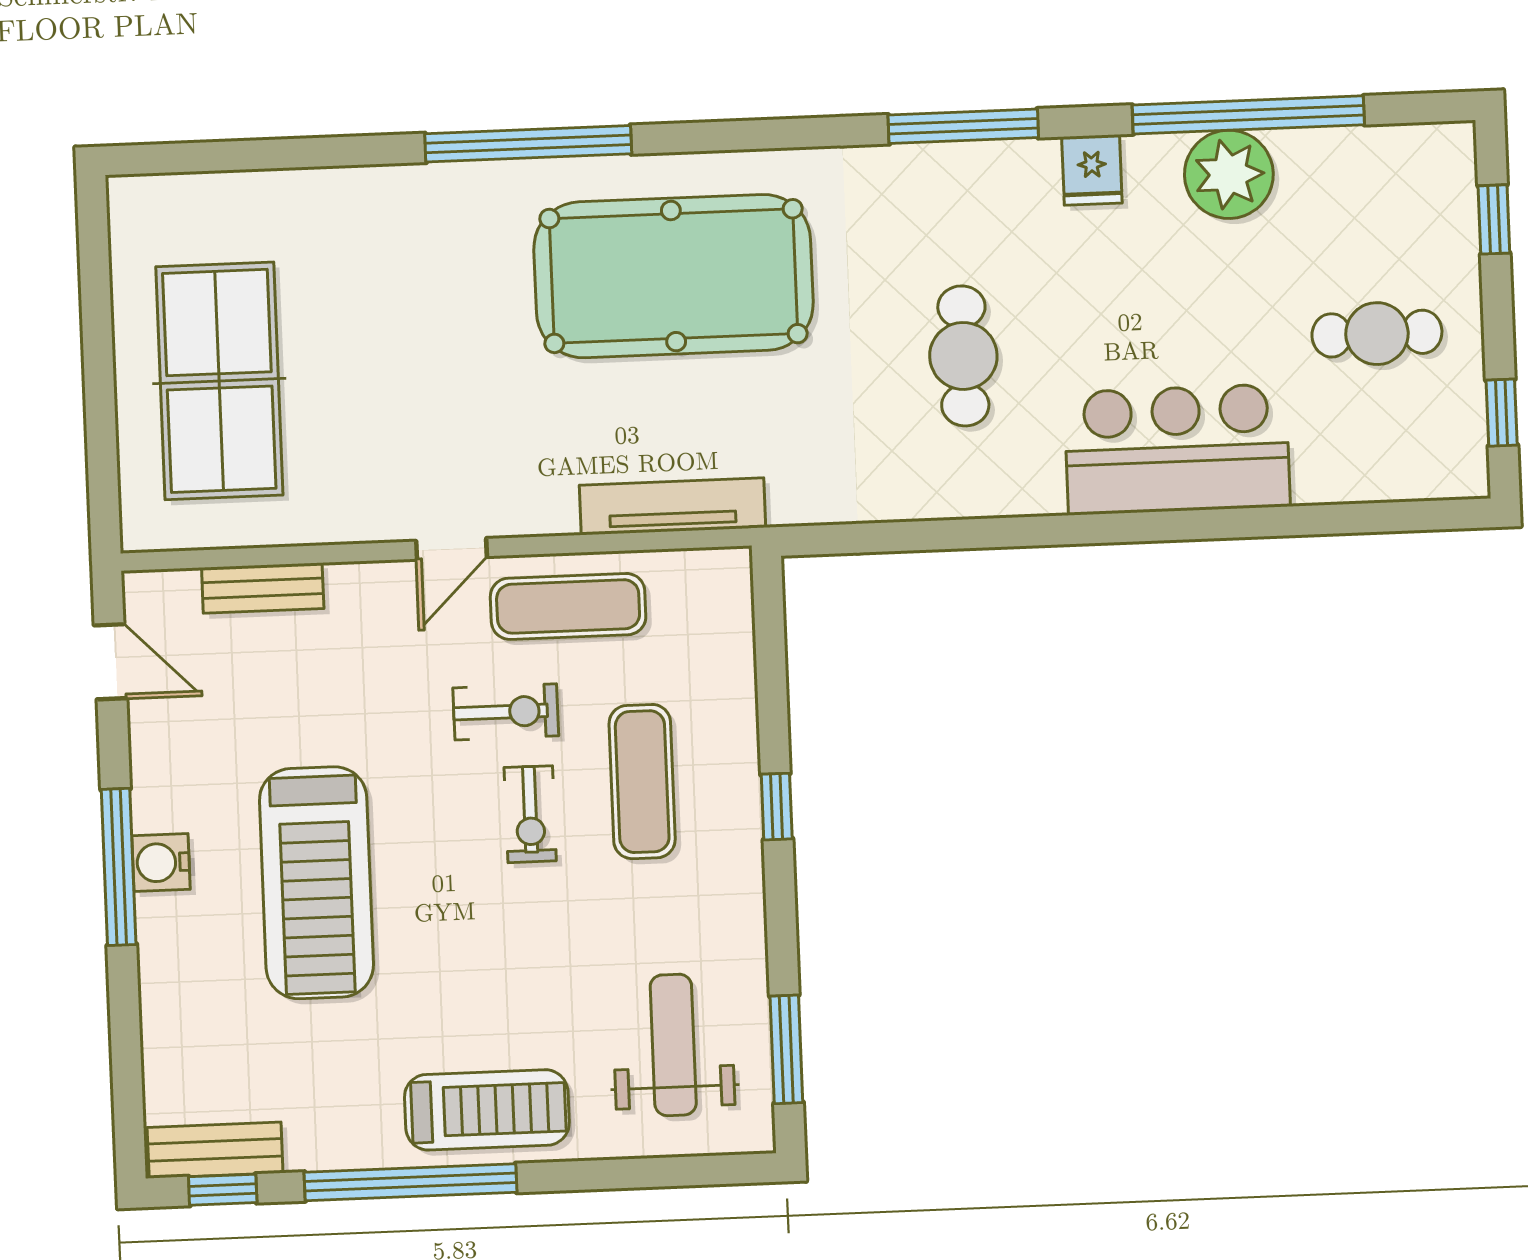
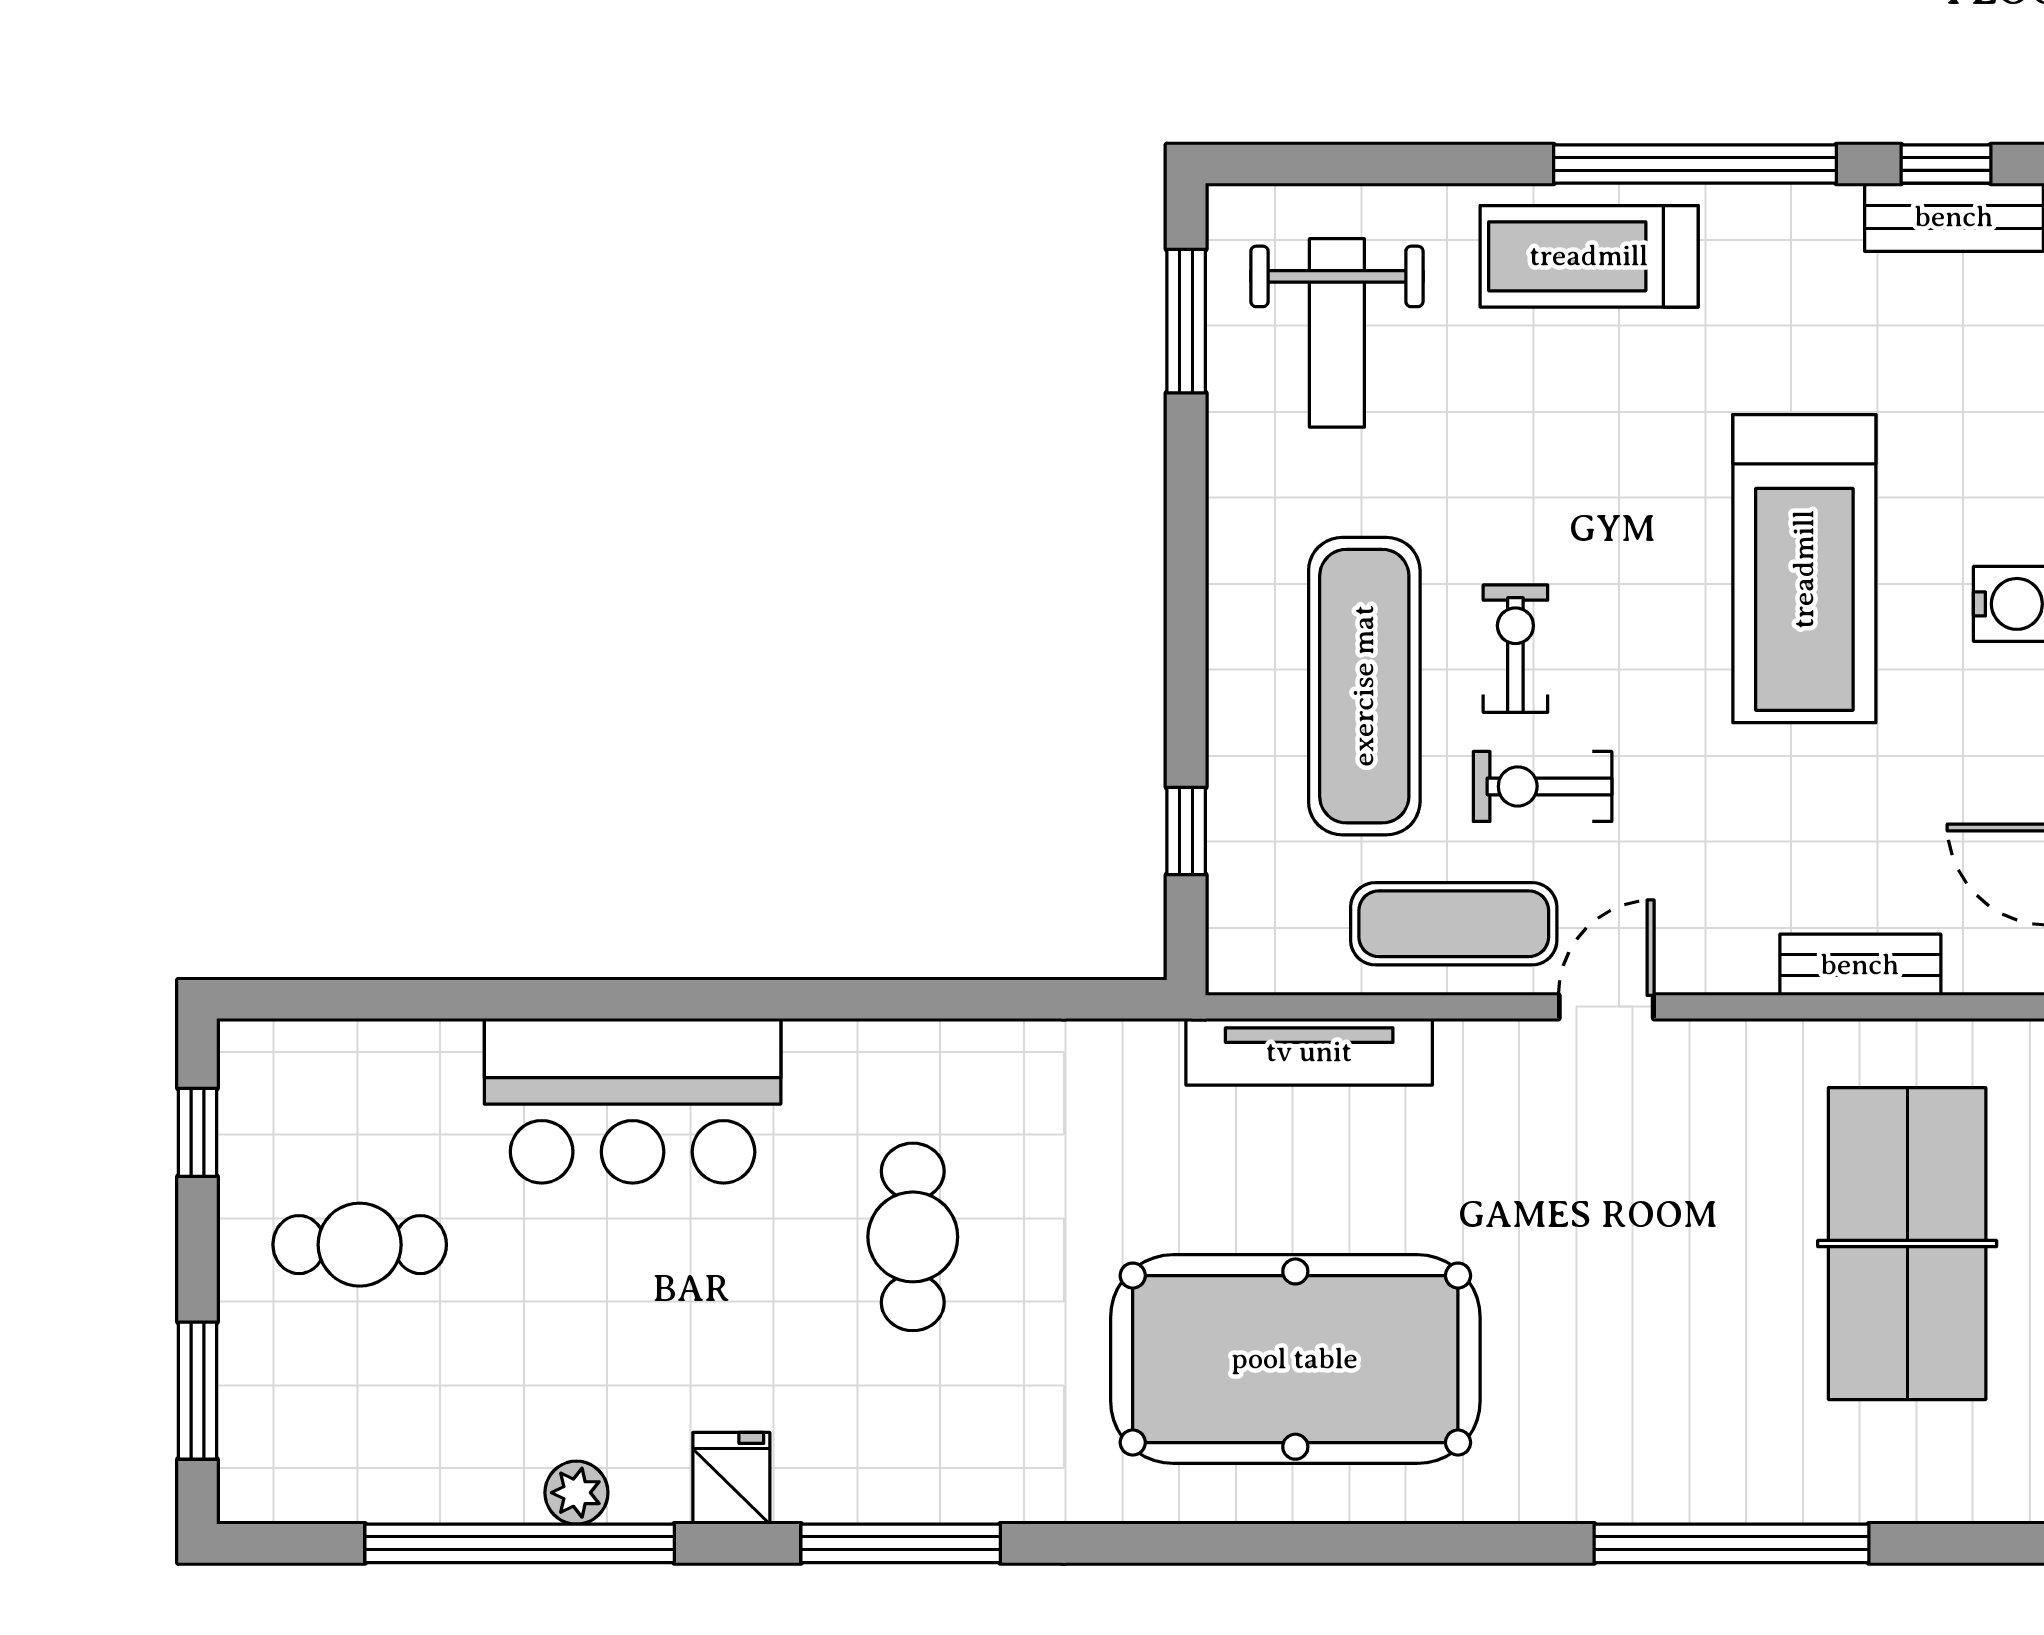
window: (528, 144) -> (1731, 1543), moved
plant: (1229, 174) -> (576, 1493), width x0.53, depth x0.53
window: (1494, 219) -> (198, 1391), width x1.50
exercise mat: (642, 782) -> (1364, 686), width x1.36, depth x1.45
window: (777, 807) -> (1186, 831), moved
treadmill: (316, 883) -> (1804, 569), turned 180

